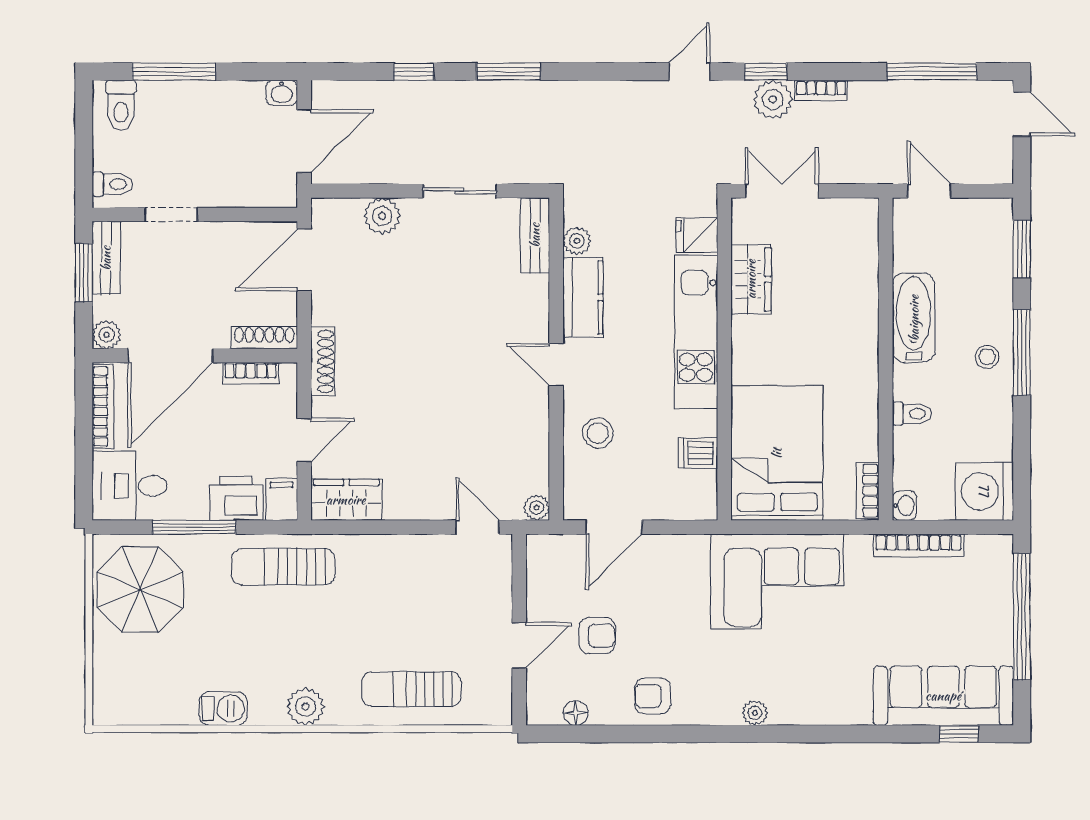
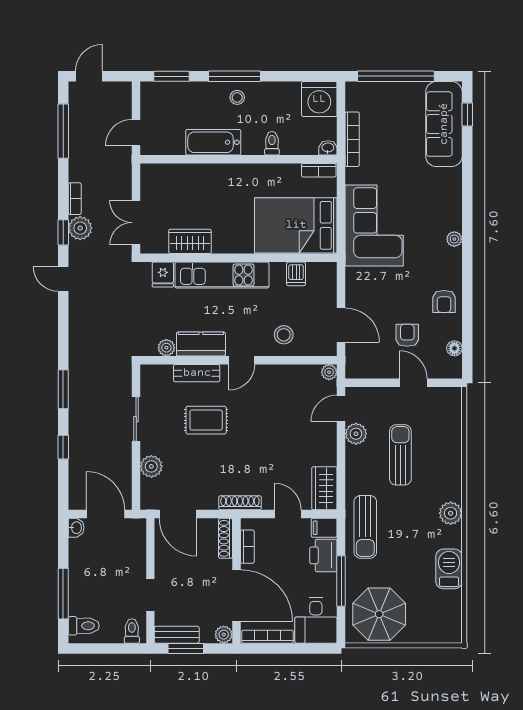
bench: (535, 235) -> (197, 373), moved
rug: (458, 306) -> (206, 420), added
plant: (436, 552) -> (356, 434), added
sun lounger: (411, 689) -> (400, 455), moved, turned 180
barbecue: (223, 709) -> (449, 569), width x1.38, depth x1.27

